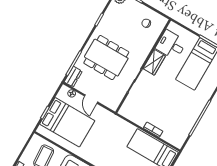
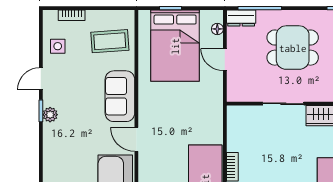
dining table: (106, 58) -> (293, 48), width x0.73
door: (91, 99) -> (225, 60), hinge flipped

